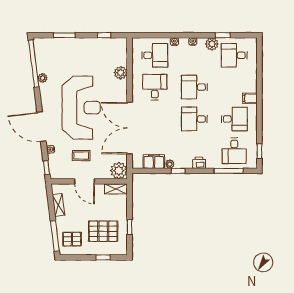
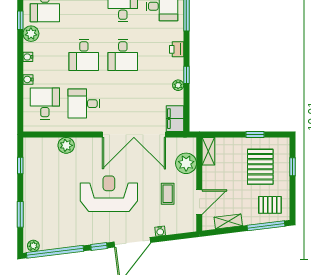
plant: (43, 78) -> (33, 246), moved
reception desk: (81, 108) -> (109, 194), width x0.74, depth x0.77
filing cabinet: (154, 161) -> (175, 119), moved
window: (47, 168) -> (99, 246), moved
plant: (119, 171) -> (186, 163), moved
door: (84, 181) -> (199, 202), moved
pallet: (72, 239) -> (270, 205), turned 90

